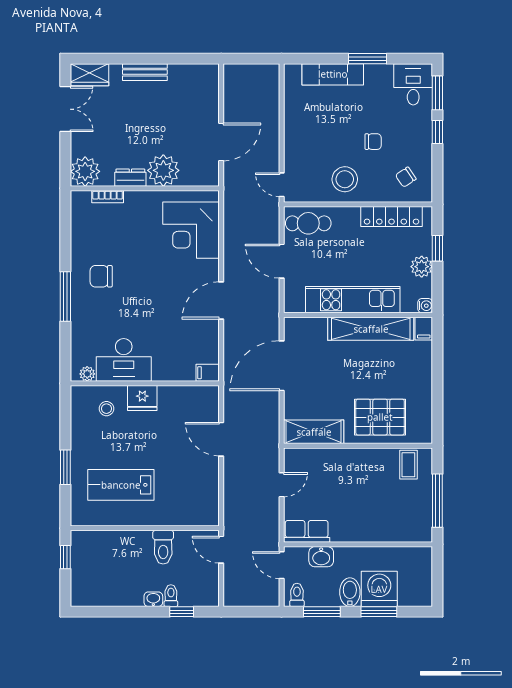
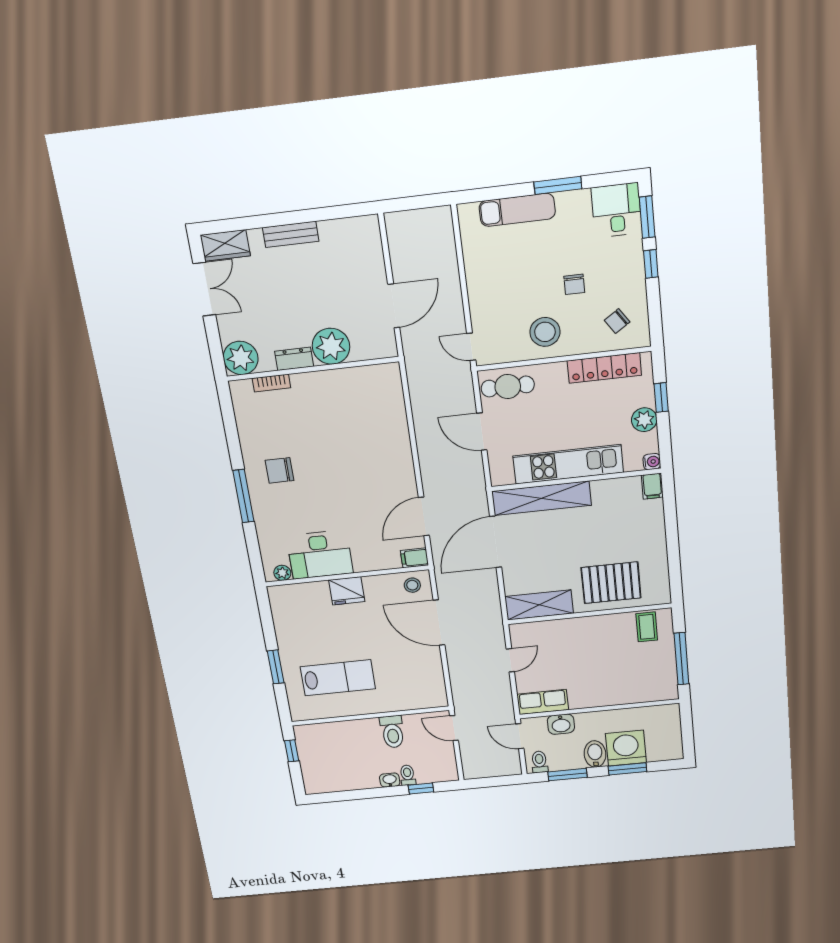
chair: (373, 142) -> (574, 284), turned 90
corner desk: (191, 230) -> (373, 409), removed
door: (221, 300) -> (424, 516), moved
shelving: (371, 329) -> (542, 498), moved
stool: (106, 409) -> (412, 585), moved
door: (221, 439) -> (439, 623), width x1.36
lab bench: (121, 485) -> (338, 678), turned 180

